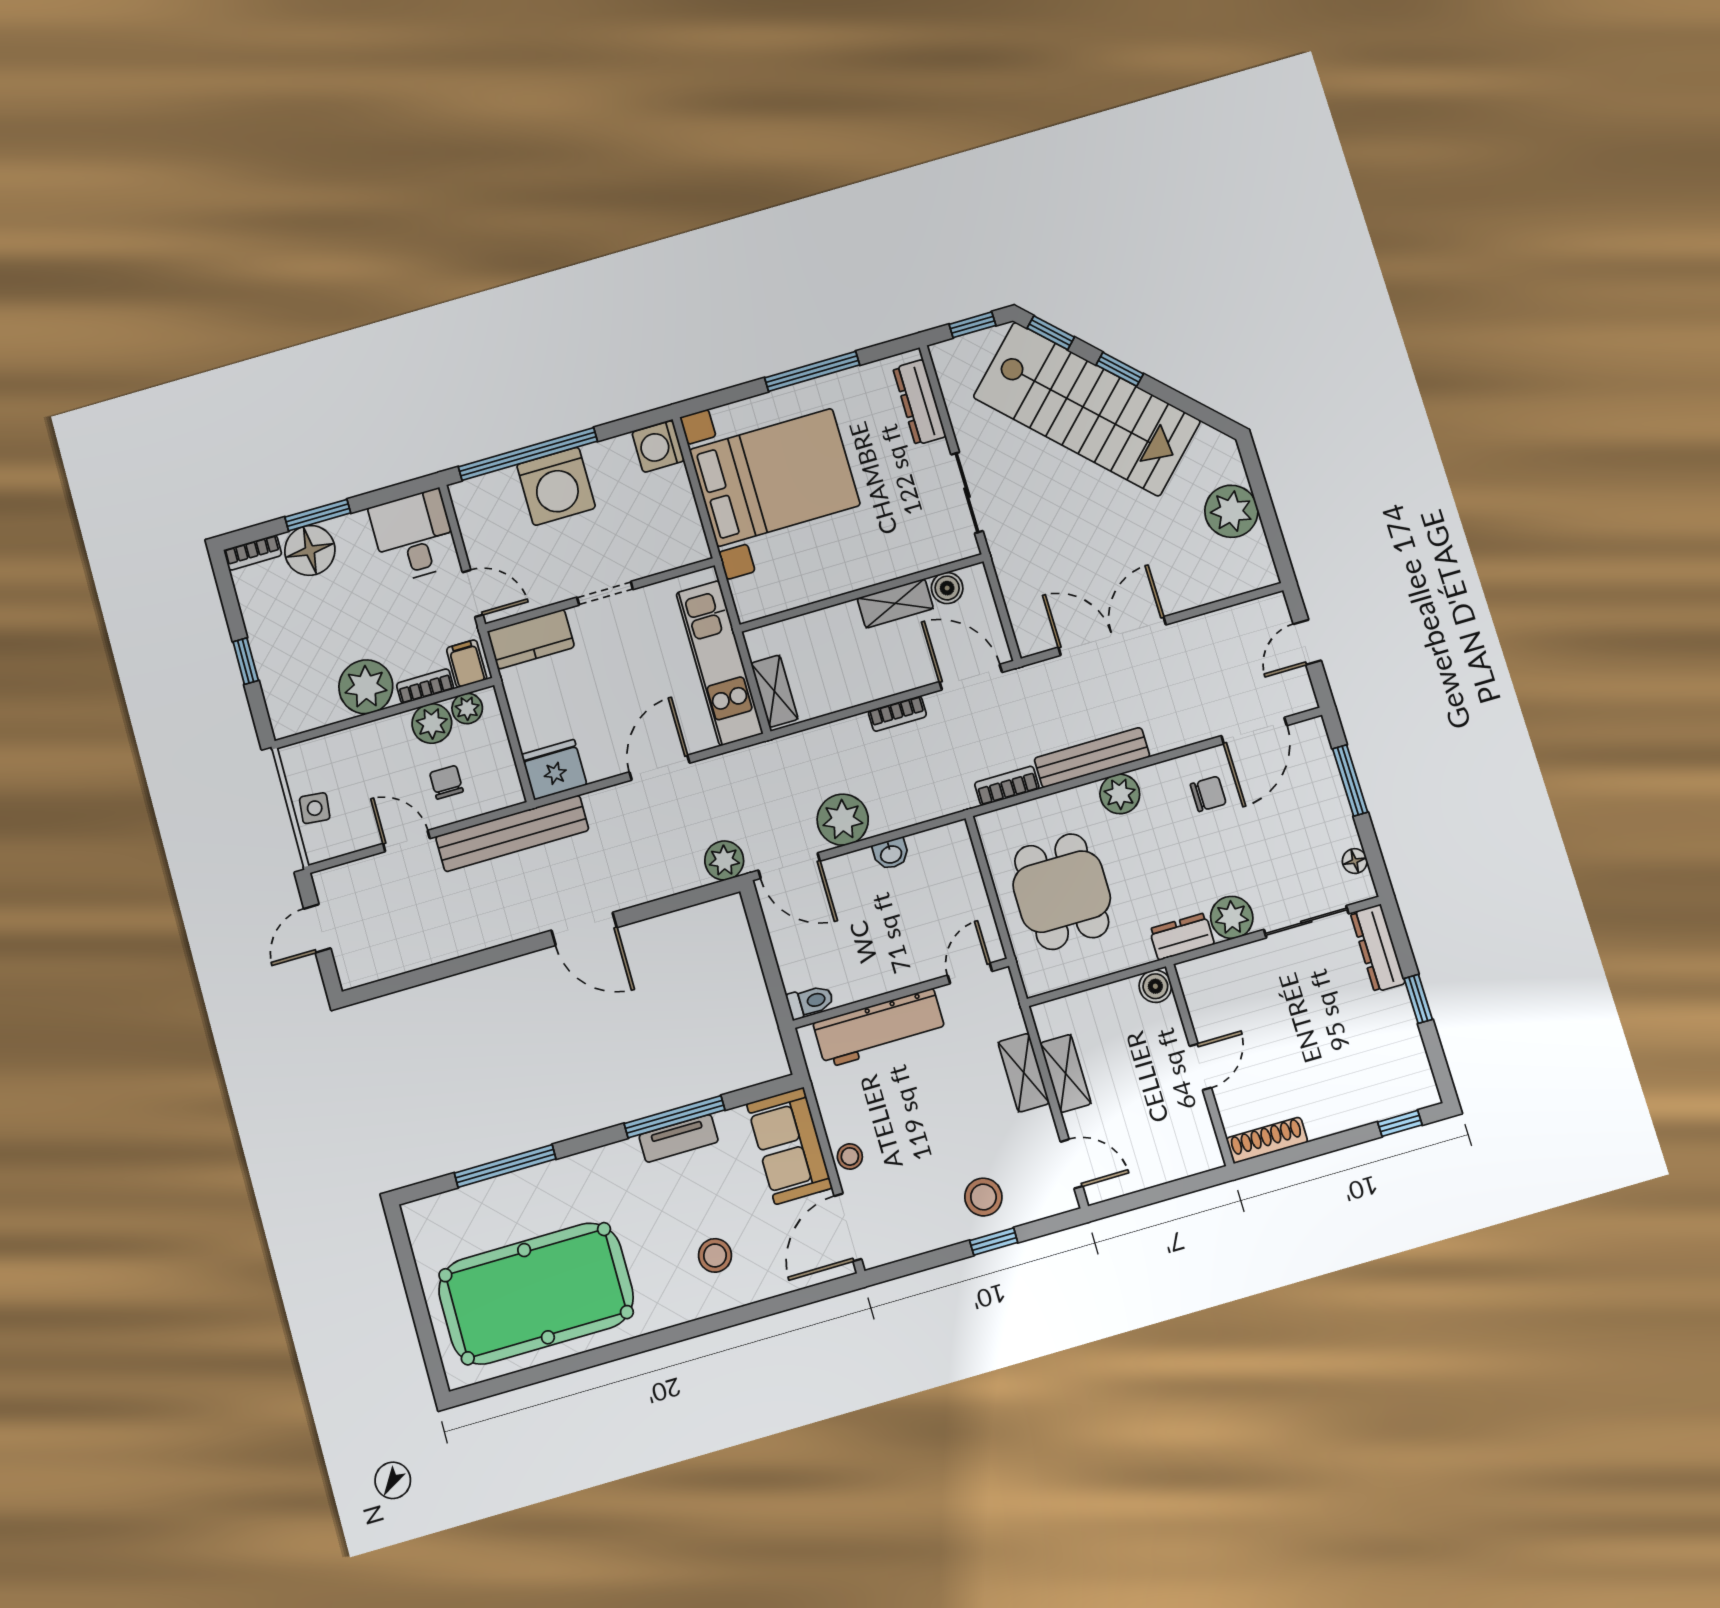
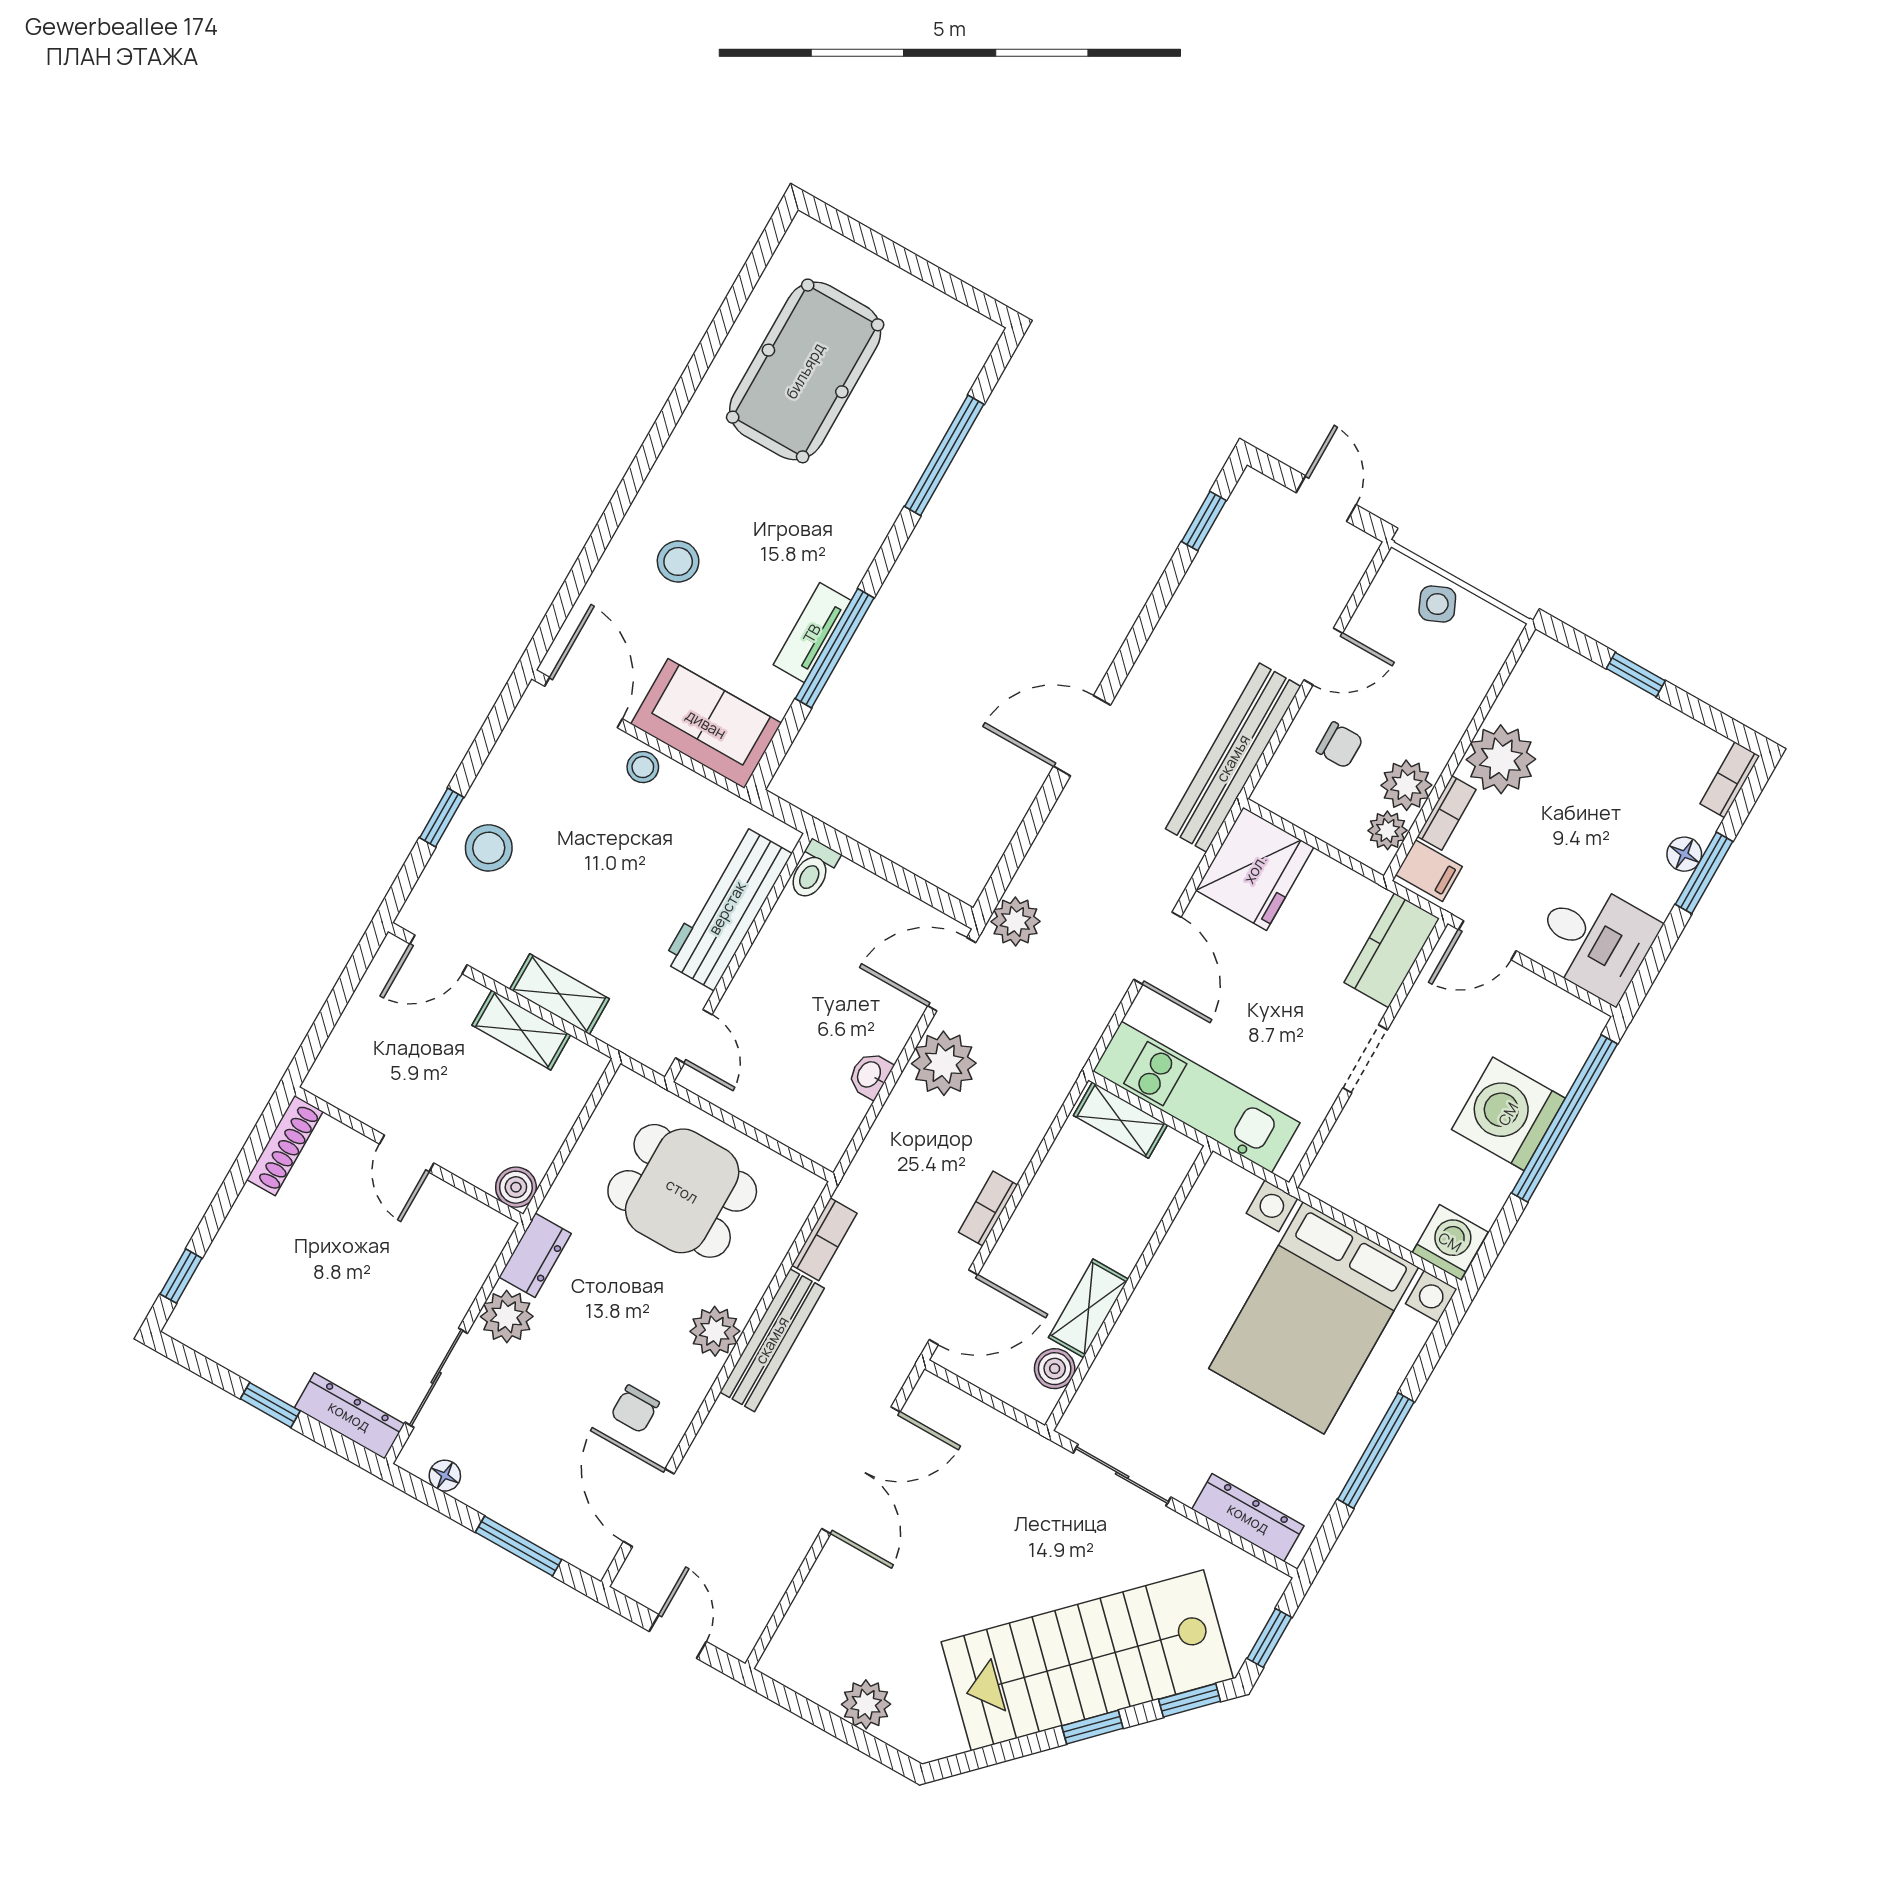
plant: (1231, 511) -> (866, 1704), width x0.73, depth x0.73
floor lamp: (310, 550) -> (1684, 854), width x0.53, depth x0.53
fridge: (554, 770) -> (1255, 869), width x1.36, depth x1.34
side table: (315, 808) -> (1437, 604), turned -30
window: (397, 983) -> (1204, 521), added
pool table: (536, 1294) -> (805, 371), width x0.73, depth x0.76

